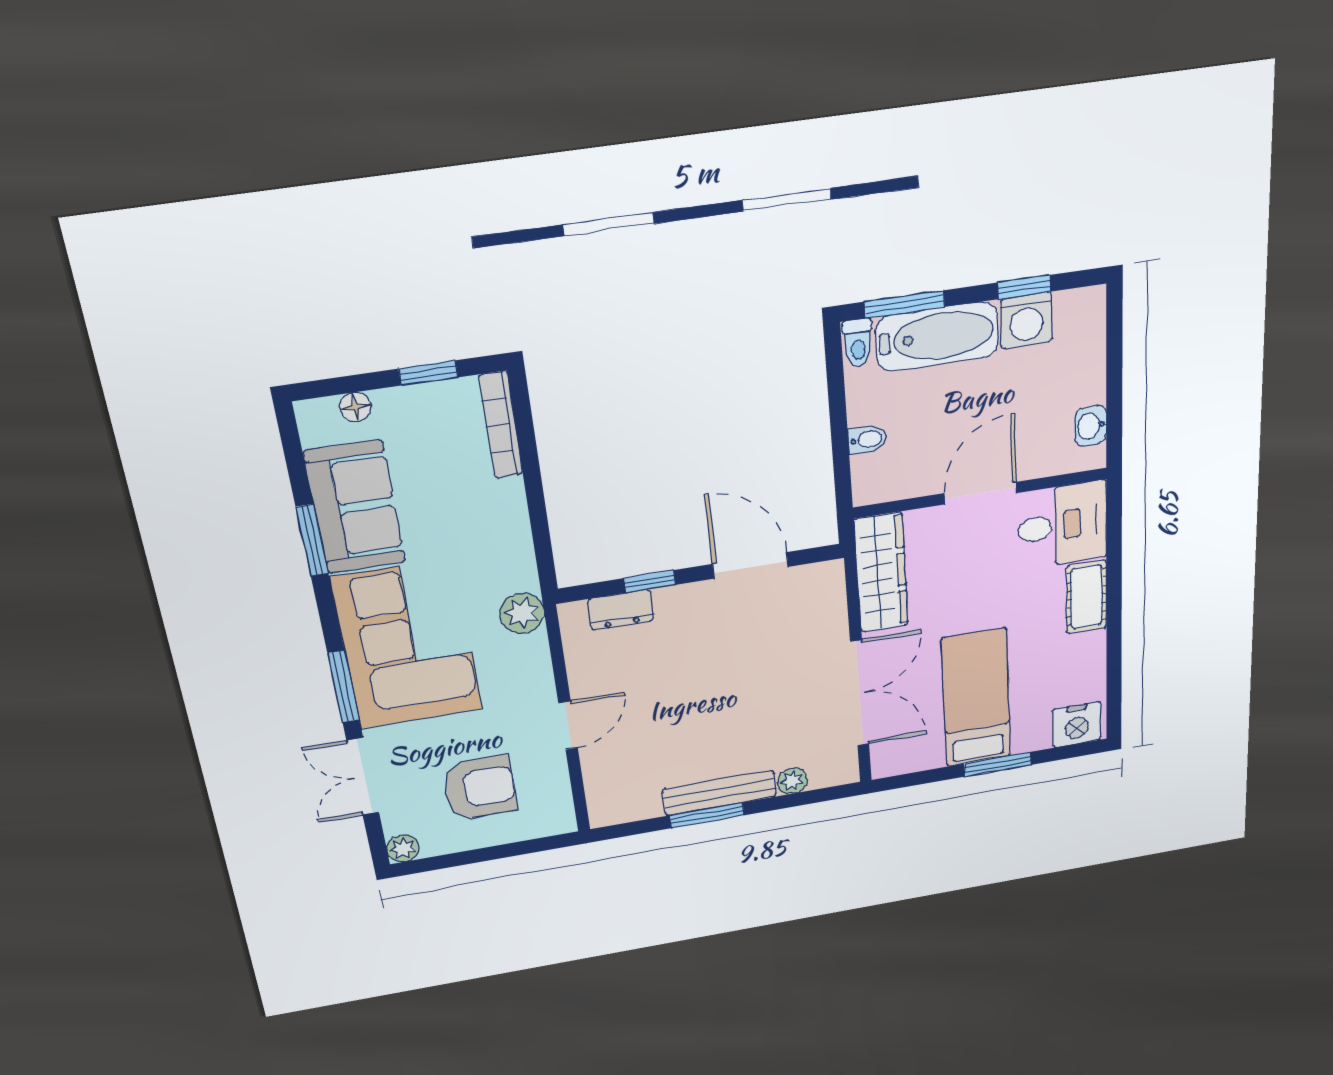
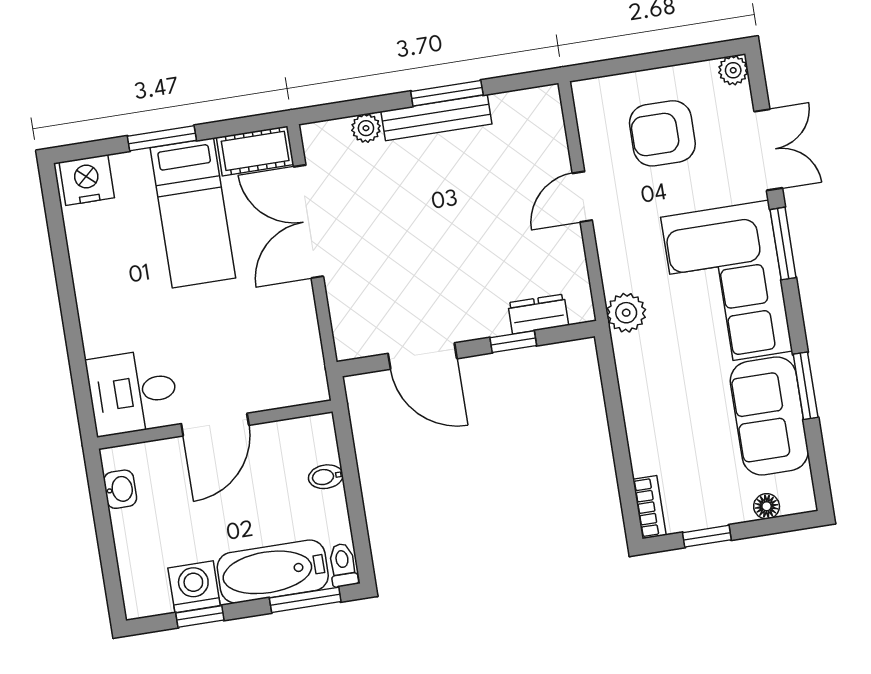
bookcase: (501, 425) -> (649, 507), width x0.64
wardrobe: (881, 573) -> (300, 347), removed
cot: (1087, 597) -> (255, 151), moved, turned 90

